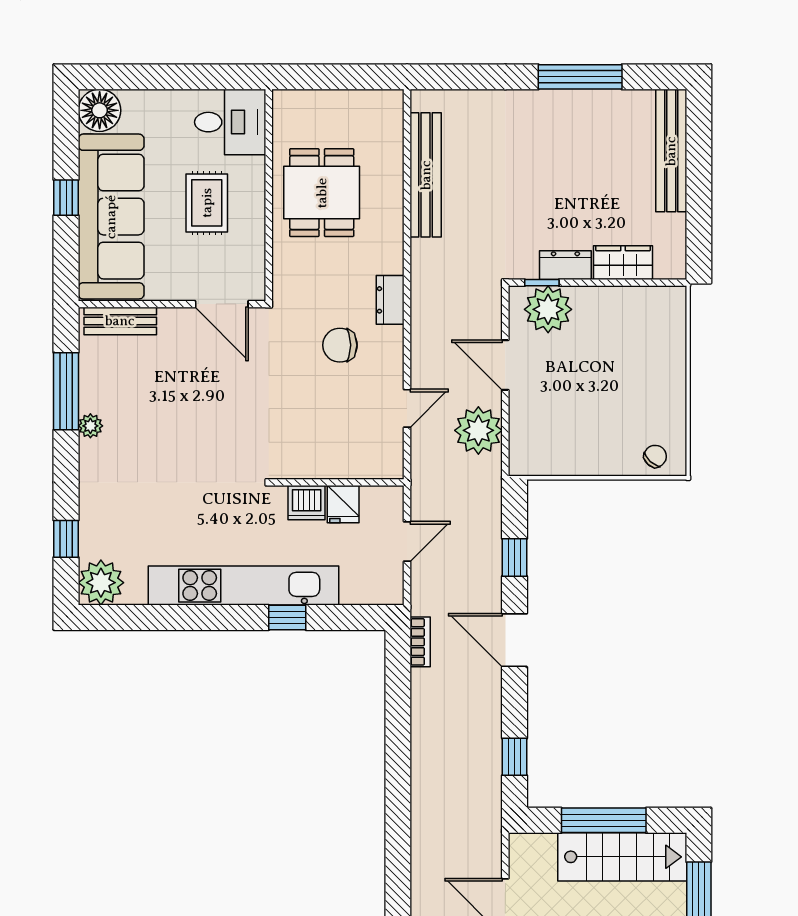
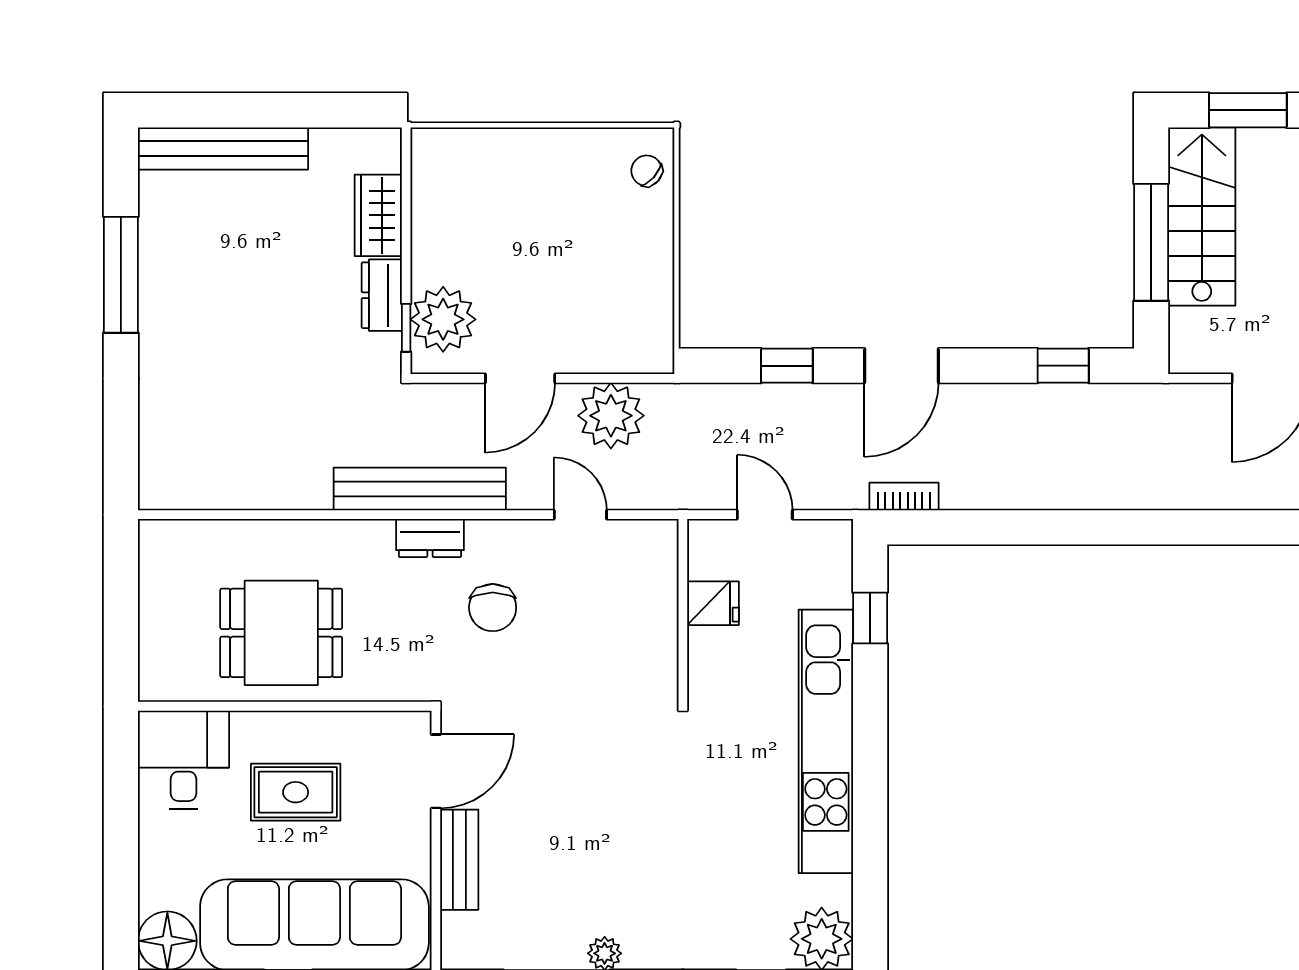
bench: (426, 175) -> (420, 489), moved
bench: (120, 321) -> (459, 860), moved
dishwasher: (307, 503) -> (711, 654), removed
window: (287, 618) -> (870, 618), moved

